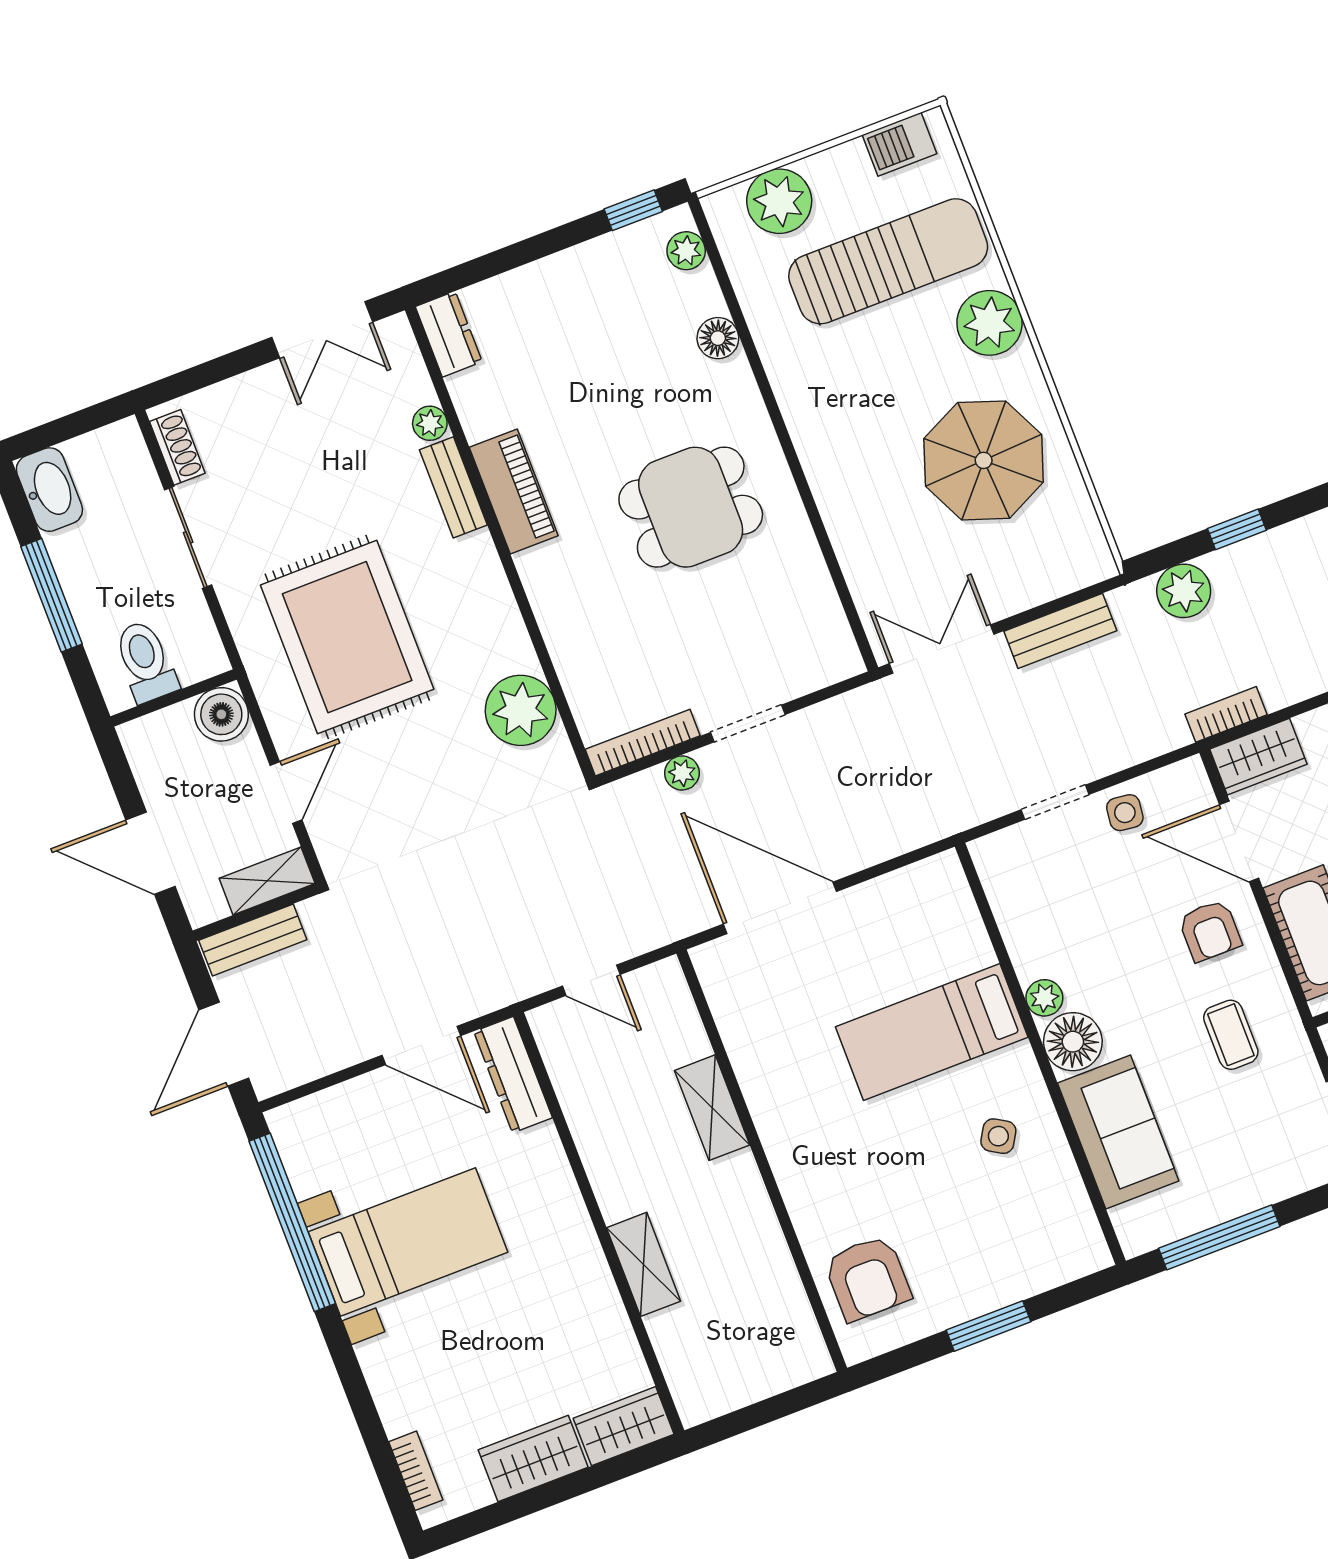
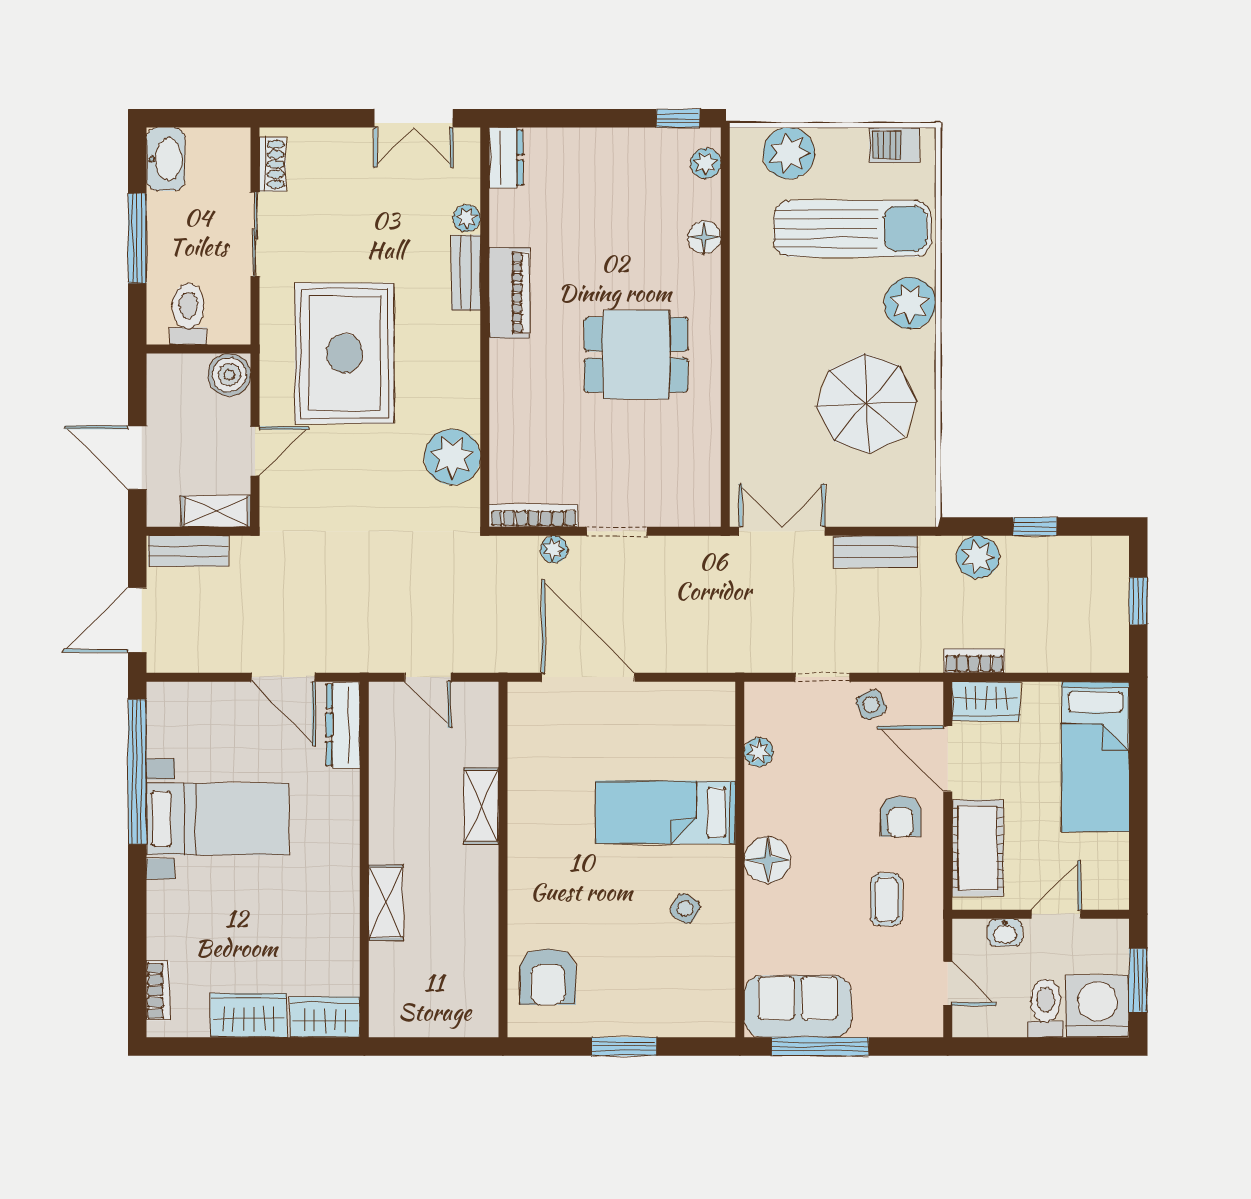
side table: (1125, 813) -> (871, 705), turned -31
plant: (1044, 998) -> (759, 752), moved
sofa: (1118, 1132) -> (798, 1006), moved, turned -90

